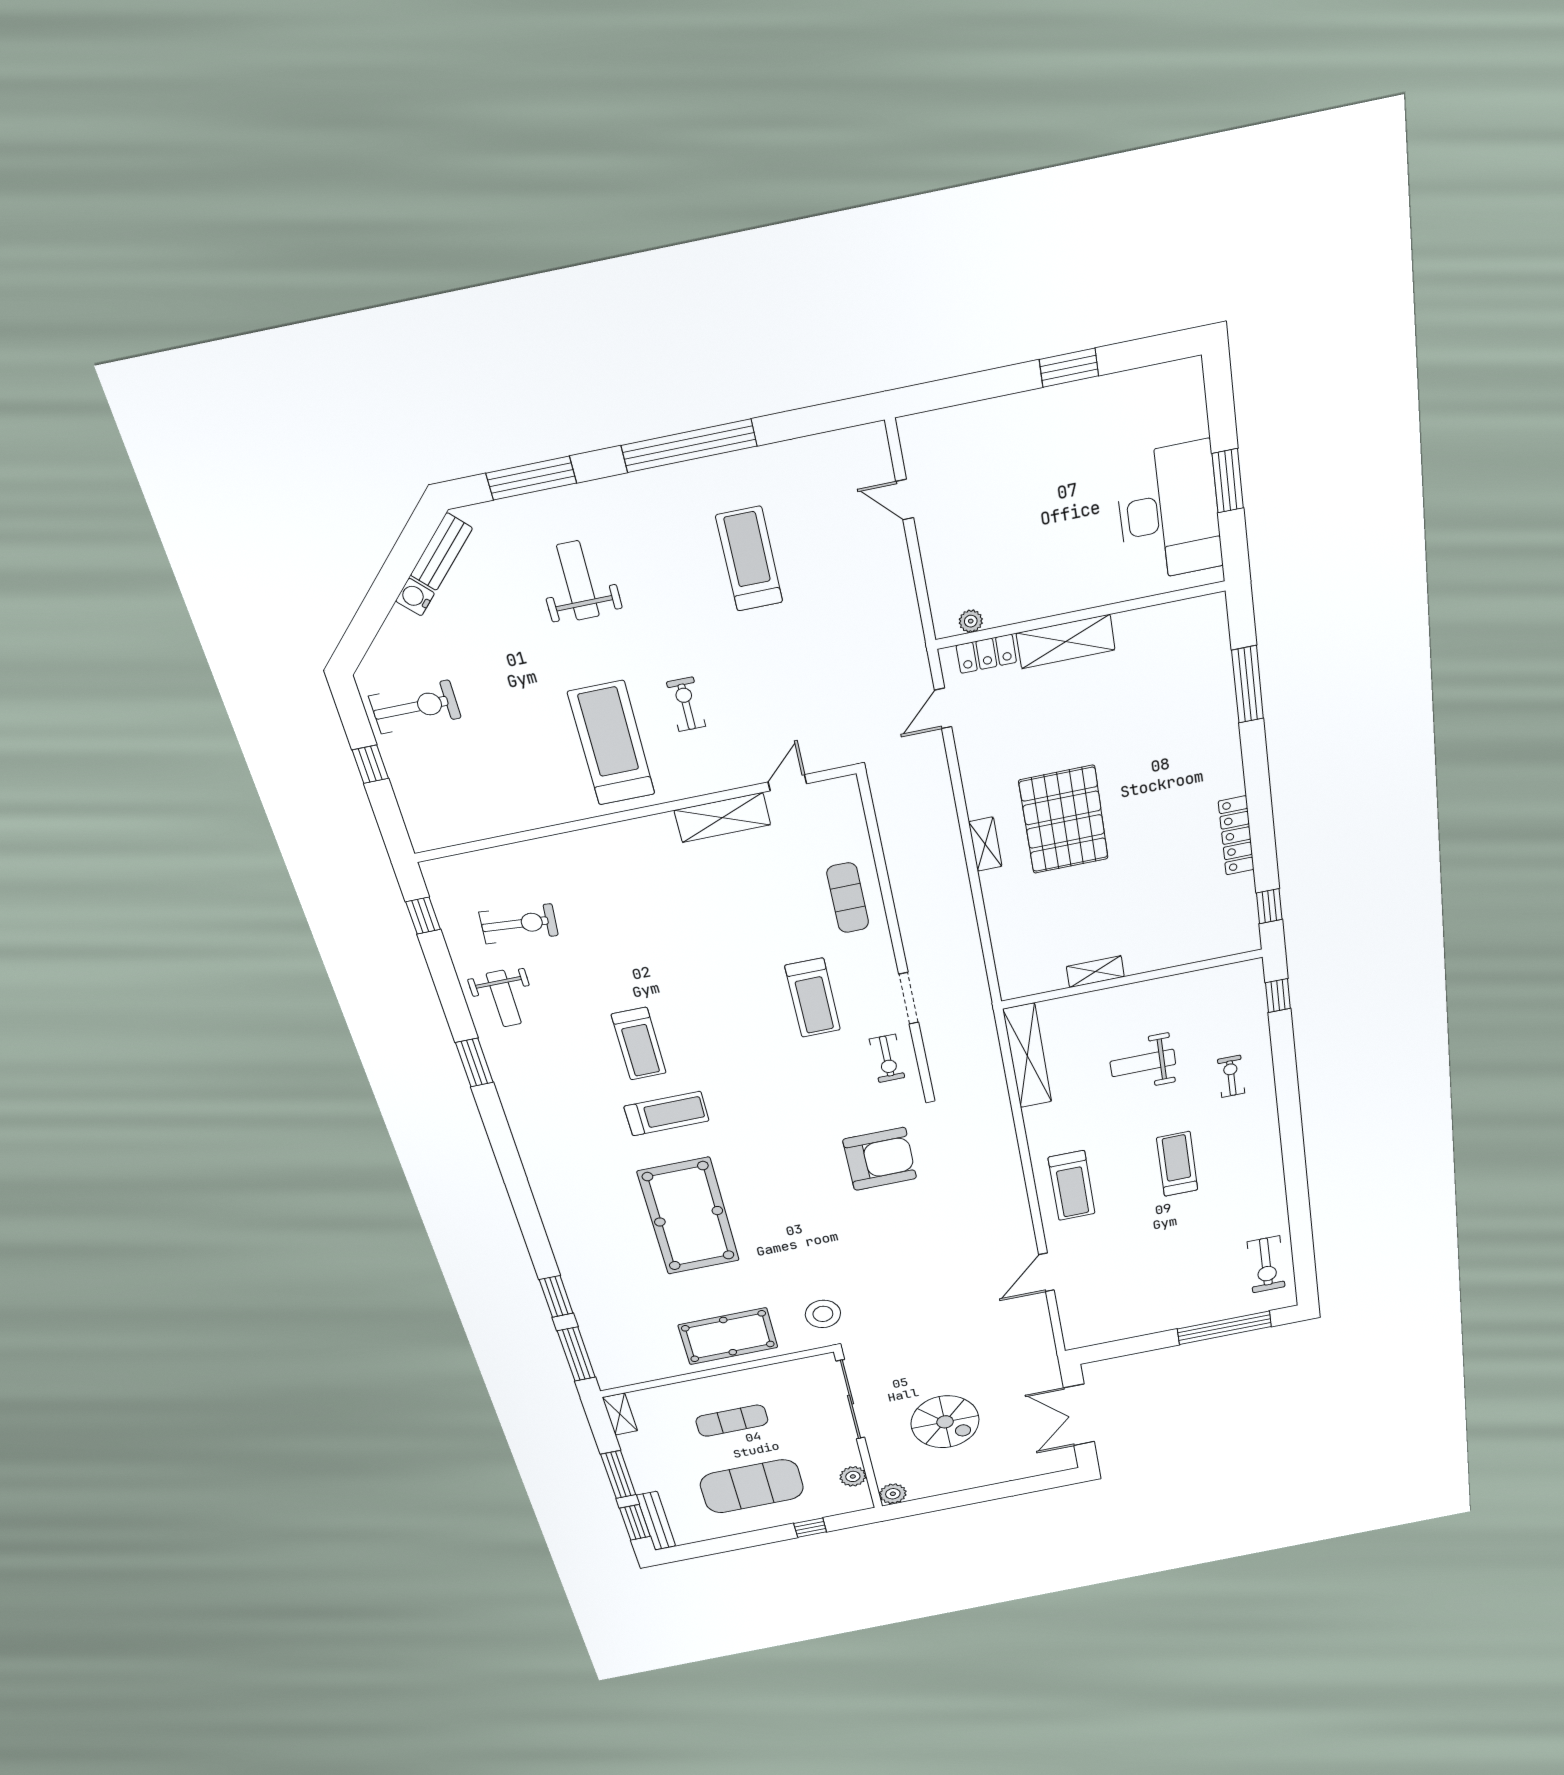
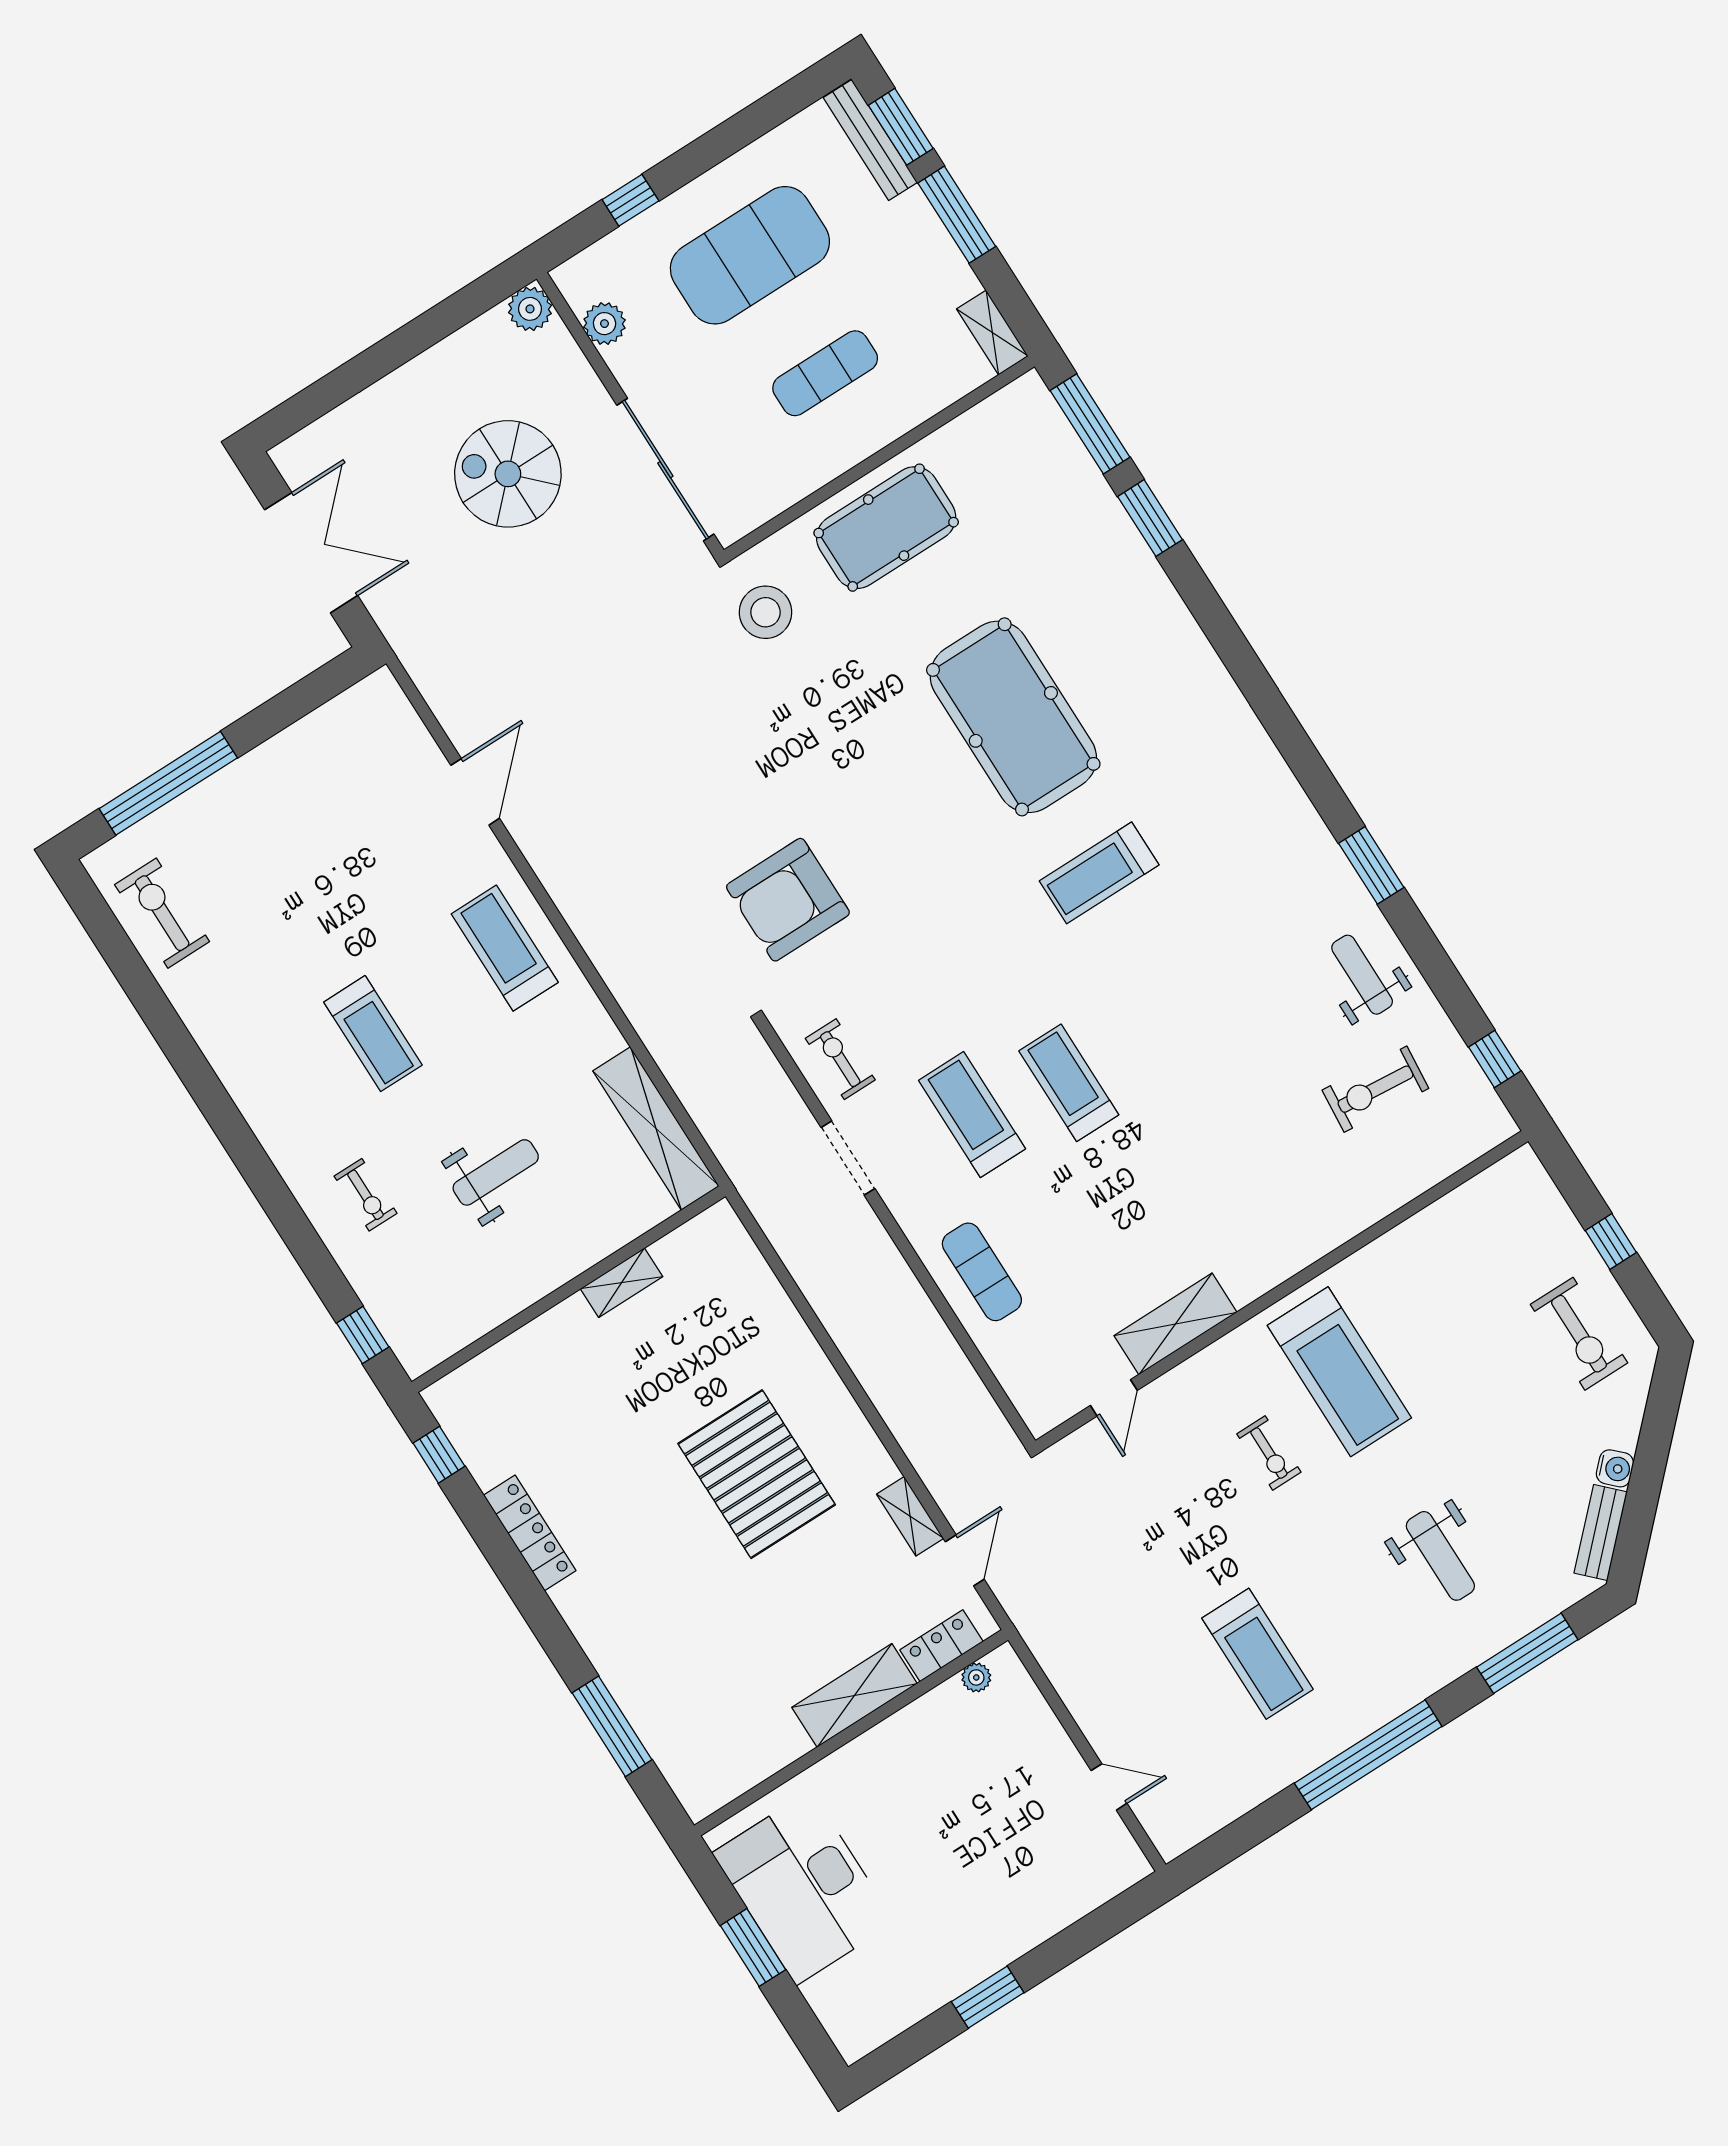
exercise bike: (415, 707) -> (1579, 1334), turned -90
shelving: (985, 844) -> (910, 1516), moved
treadmill: (639, 1044) -> (1069, 1083), moved

